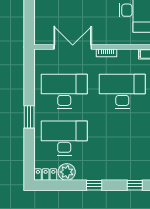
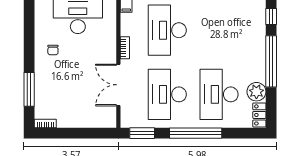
window: (29, 68) -> (142, 133), added
window: (29, 117) -> (196, 133), width x2.11
window: (94, 185) -> (271, 61), width x3.17

